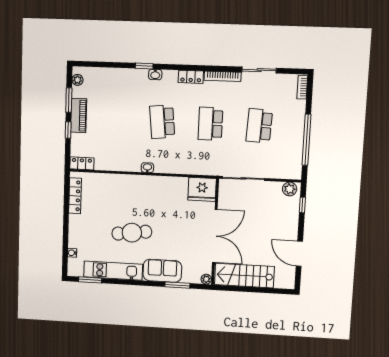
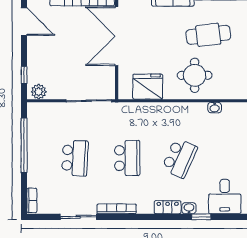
locker: (191, 77) -> (168, 207), moved
desk: (122, 84) -> (225, 197), added
school desk: (162, 122) -> (179, 158), turned 30
washbasin: (147, 168) -> (215, 108), moved
fridge: (202, 189) -> (148, 87), moved
round table: (145, 197) -> (195, 75), added

